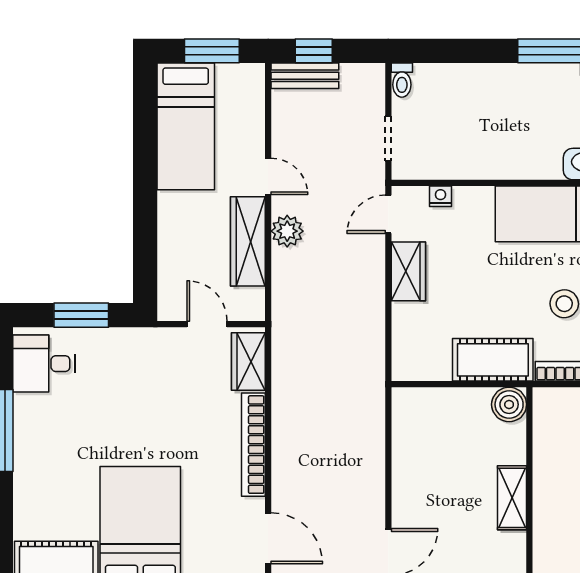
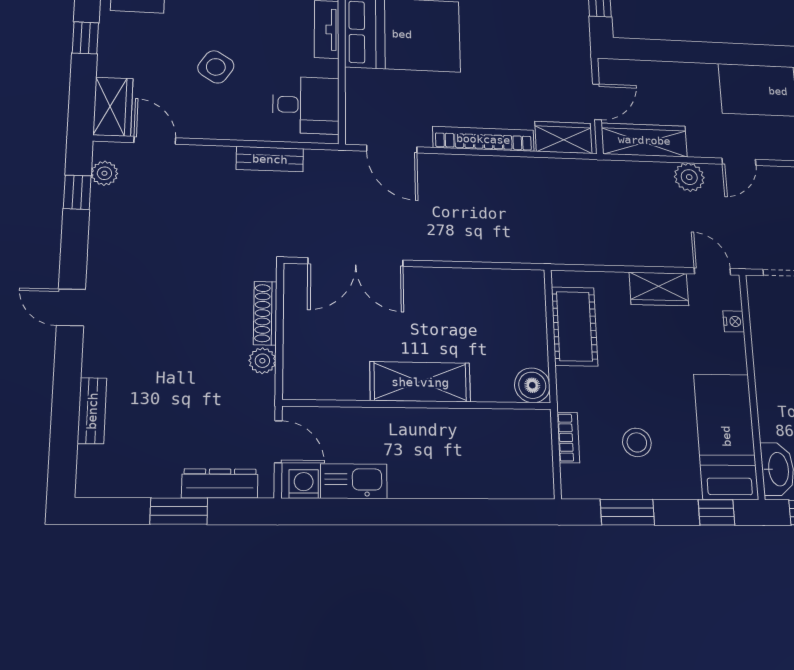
wardrobe: (248, 241) -> (644, 140), moved
cot: (493, 360) -> (574, 326), moved
shelving: (512, 498) -> (420, 382), width x1.50, depth x1.33
door: (268, 538) -> (392, 149), hinge flipped

